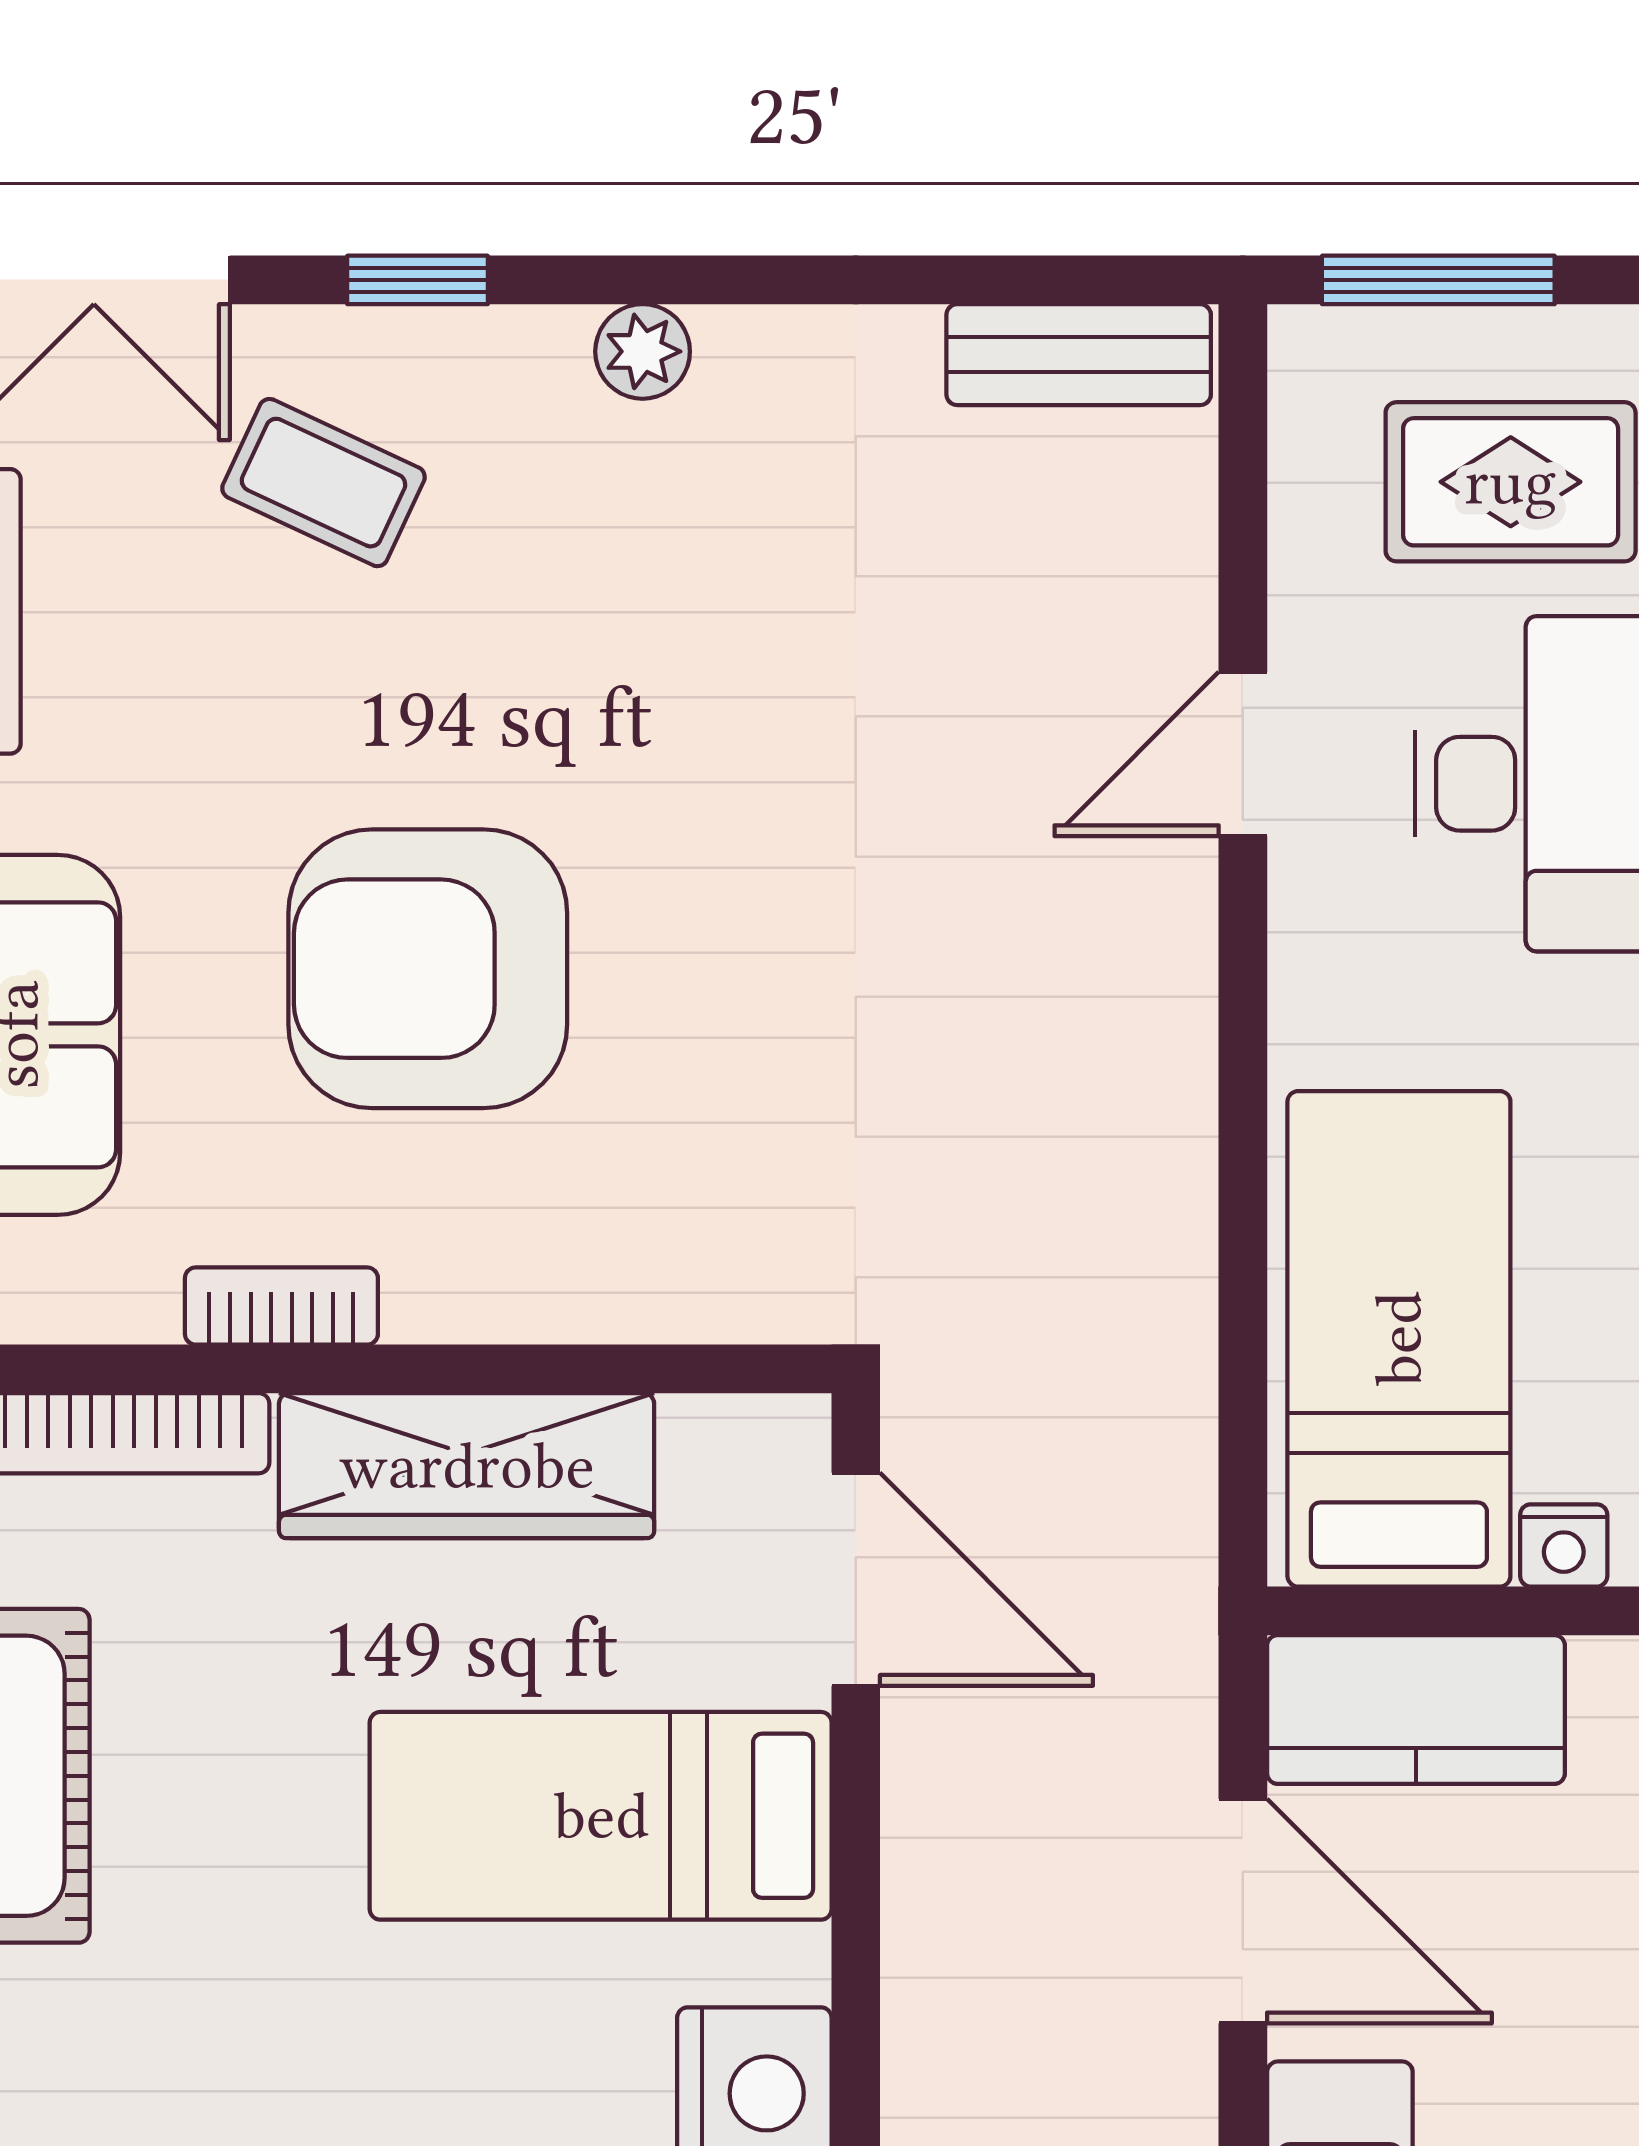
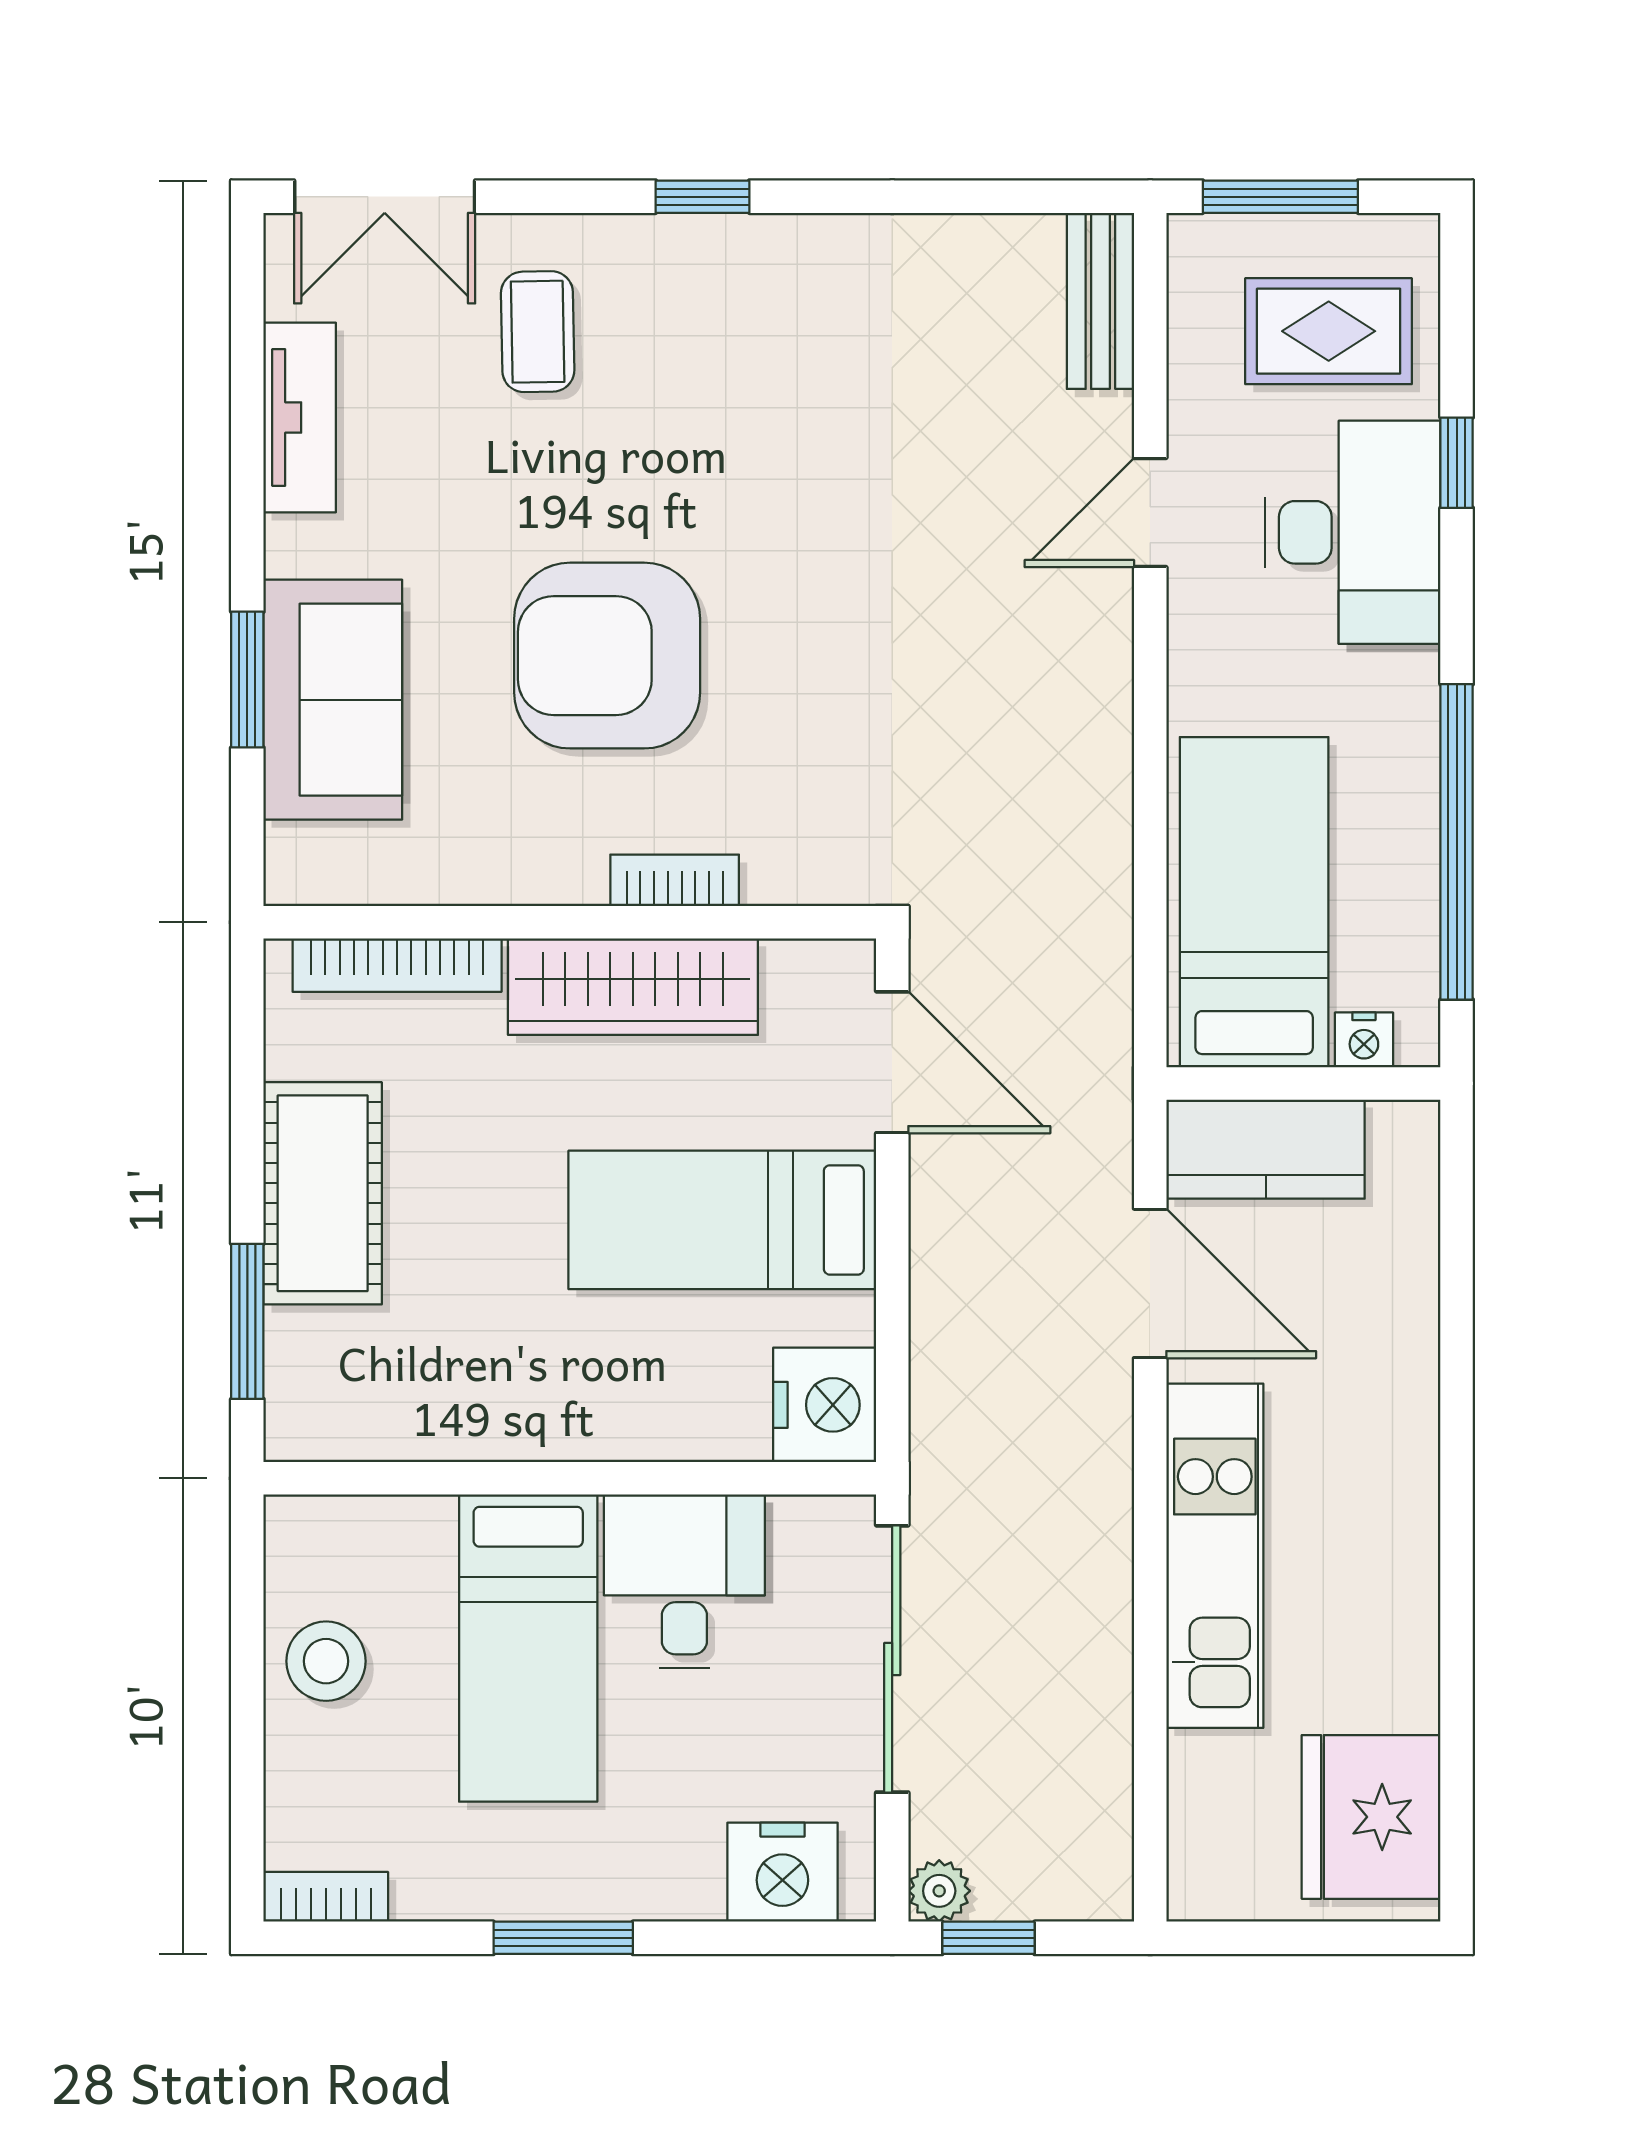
window: (418, 280) -> (703, 197), moved
plant: (643, 351) -> (750, 244), removed
bench: (1079, 355) -> (1100, 301), moved, turned 90
coffee table: (323, 483) -> (538, 332), turned 64
bookcase: (281, 1306) -> (675, 880), moved

